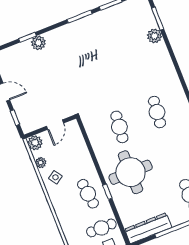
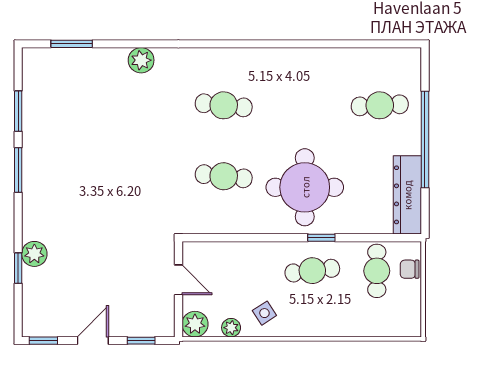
plant: (154, 36) -> (141, 60), moved

